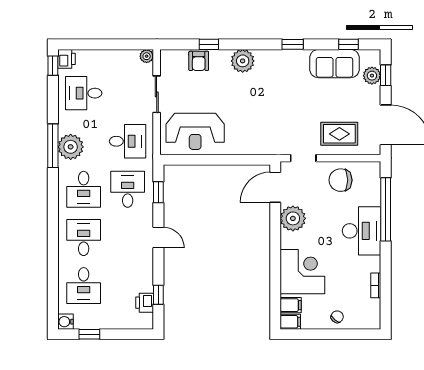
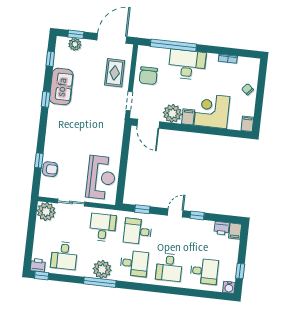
plant: (147, 56) -> (46, 212), width x1.87, depth x1.87
plant: (243, 61) -> (54, 137), removed
sofa: (334, 64) -> (61, 87), moved
desk: (84, 237) -> (169, 267), turned -90
window: (158, 295) -> (197, 215), moved
filing cabinet: (291, 305) -> (188, 117), moved
filing cabinet: (143, 321) -> (235, 231), added

